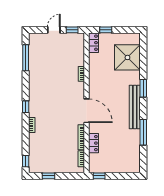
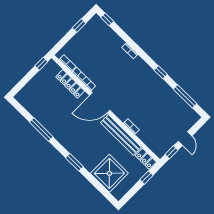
window: (26, 107) -> (161, 72), moved
bench: (135, 107) -> (121, 135), moved
locker: (93, 143) -> (70, 84), width x1.53

